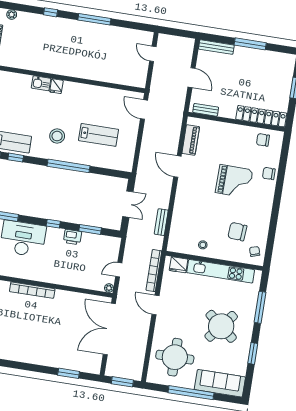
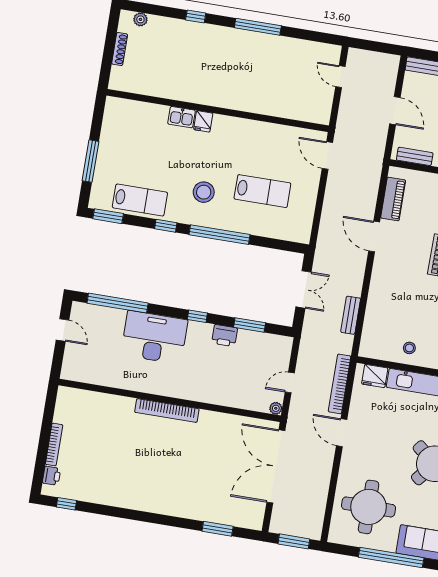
window: (16, 158) -> (166, 226), moved

